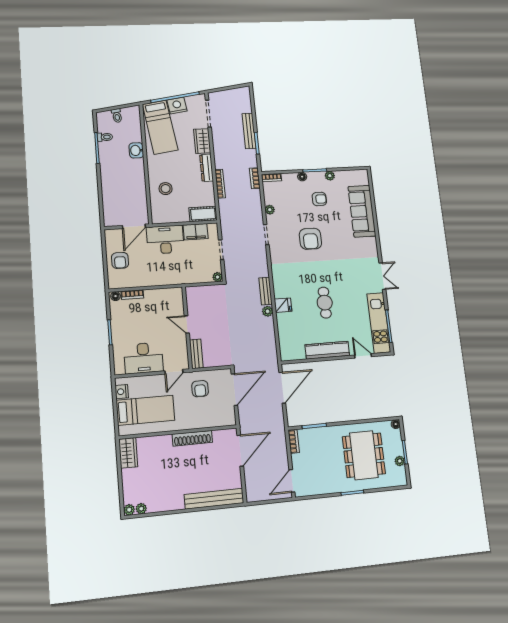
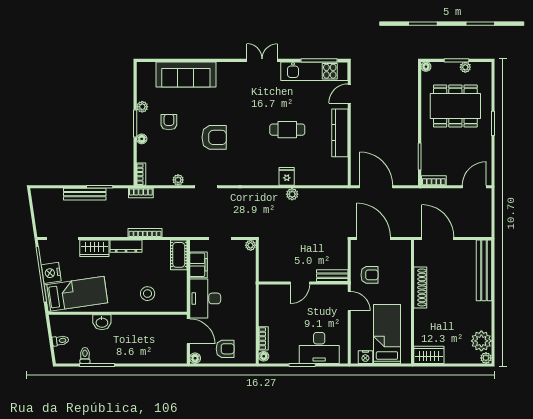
floor lamp: (109, 234) -> (195, 358), added
bench: (266, 291) -> (270, 194), removed
desk: (143, 358) -> (319, 348), moved, turned 90
door: (292, 481) -> (474, 187), swing flipped
plant: (141, 509) -> (481, 341), width x1.88, depth x1.88

